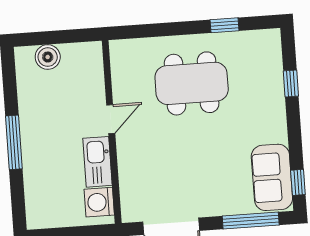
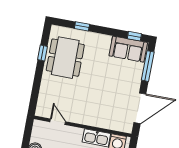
dining table: (192, 83) -> (65, 58), moved
door: (111, 119) -> (58, 122), moved

